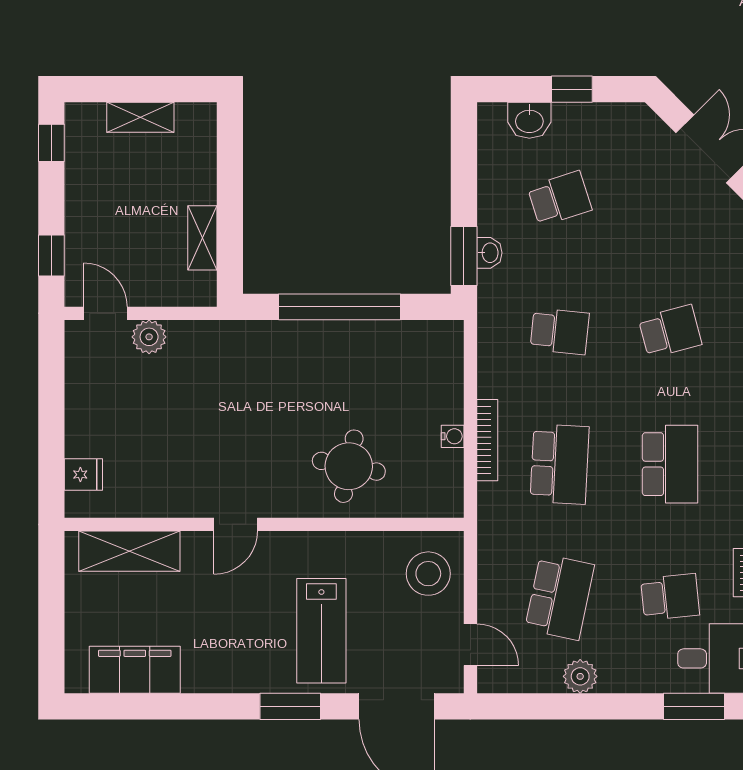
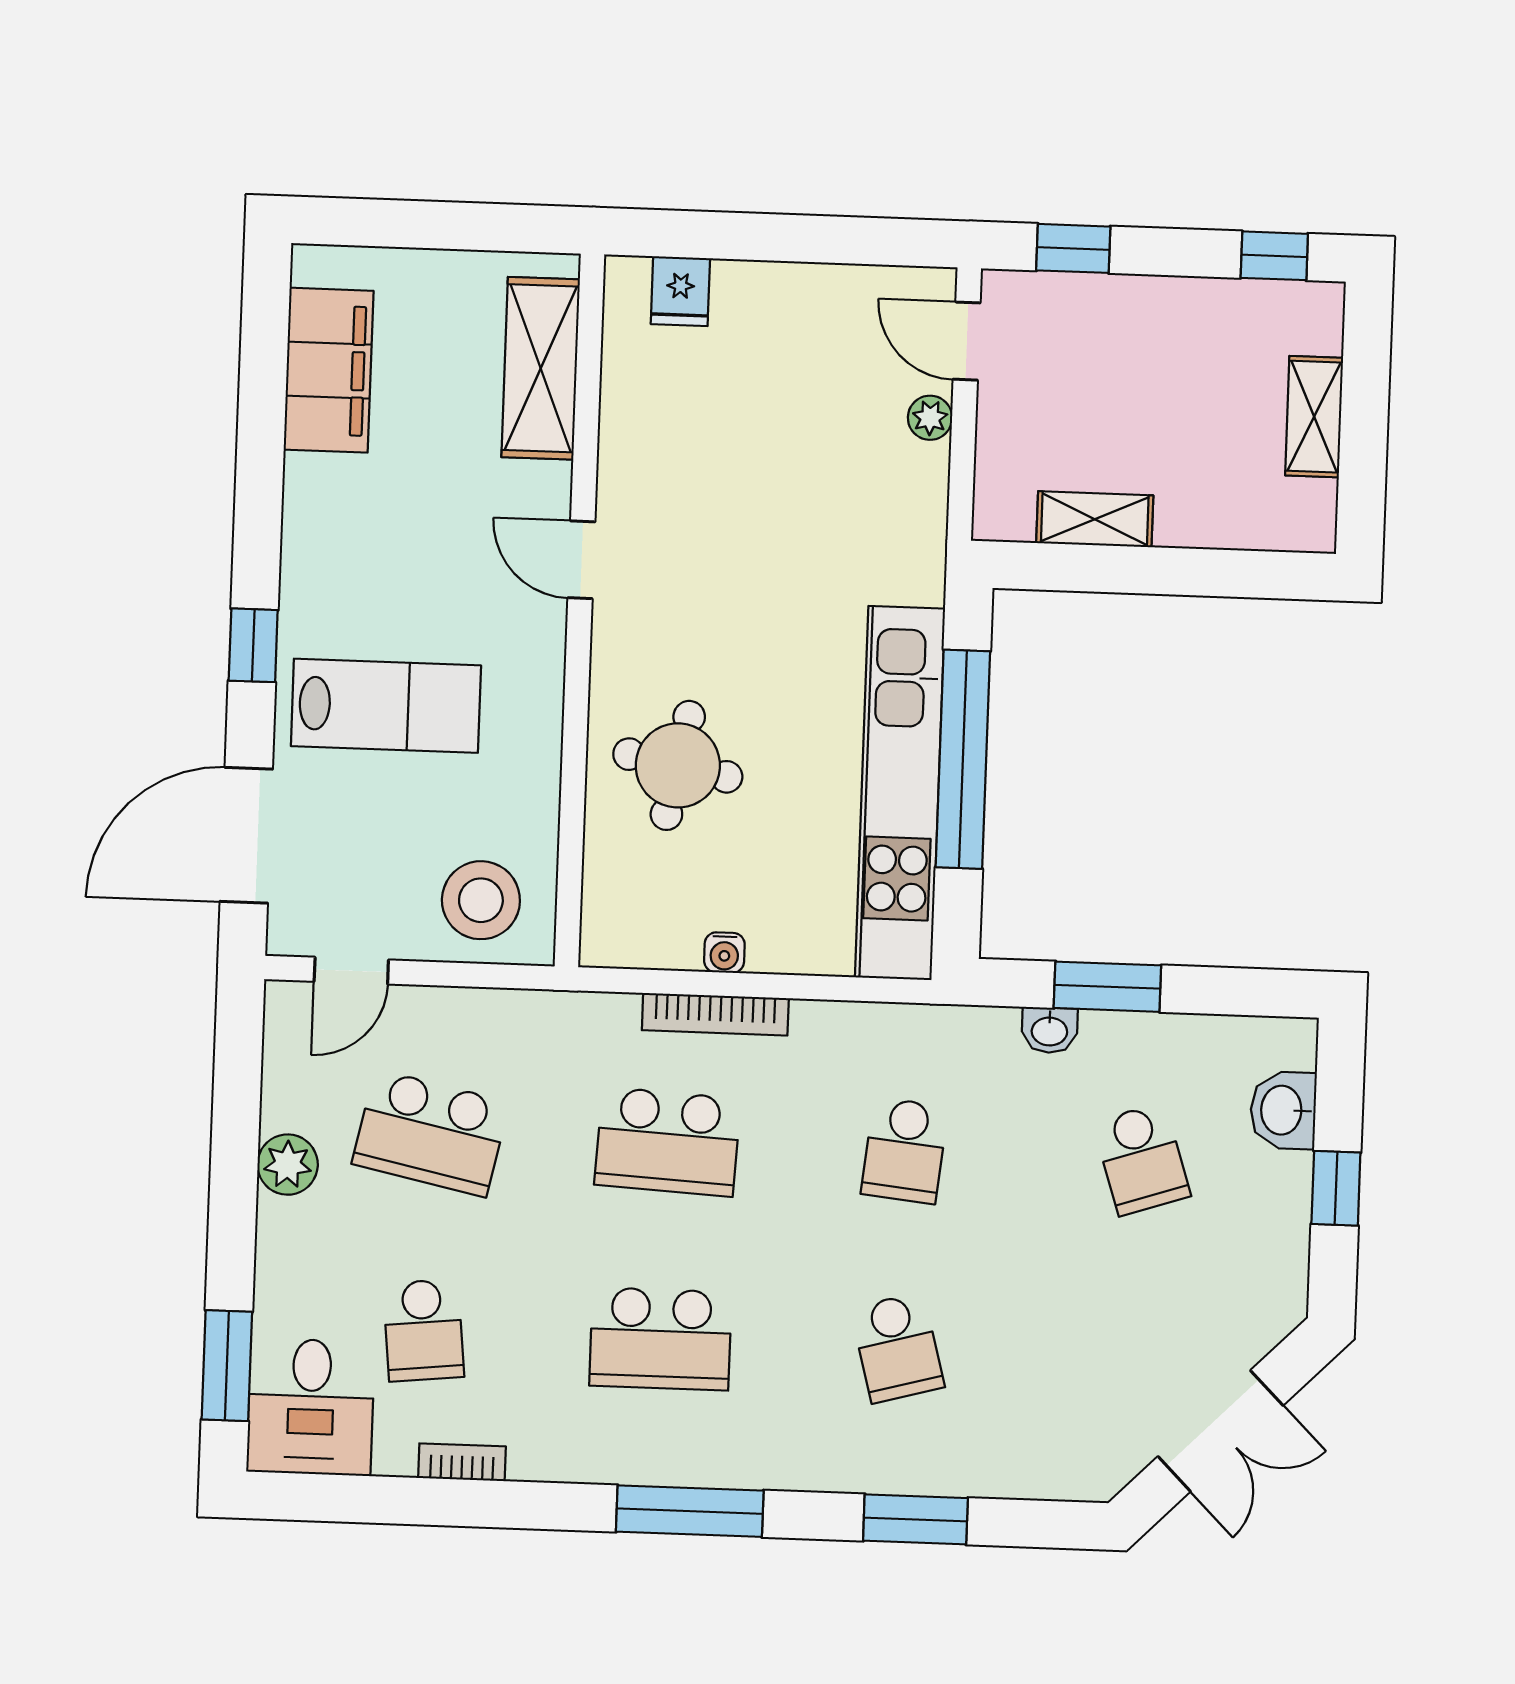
window: (464, 256) -> (1107, 987), moved
door: (105, 313) -> (967, 341), swing flipped
plant: (149, 337) -> (930, 418), width x0.73, depth x0.73
kitchen unit: (360, 341) -> (900, 793), added
lab bench: (321, 631) -> (386, 706), turned 180
window: (290, 706) -> (253, 645), width x0.67

